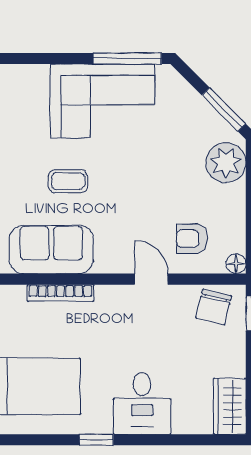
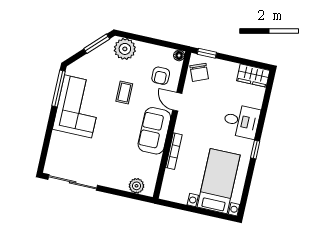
coffee table: (68, 181) -> (124, 92), moved
sofa: (51, 249) -> (154, 131), moved
door: (151, 279) -> (177, 102), hinge flipped
chair: (214, 307) -> (199, 72), turned 54

